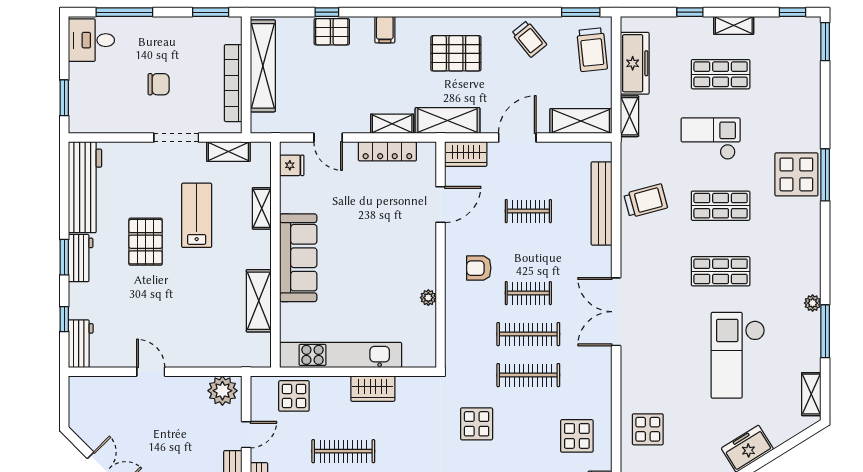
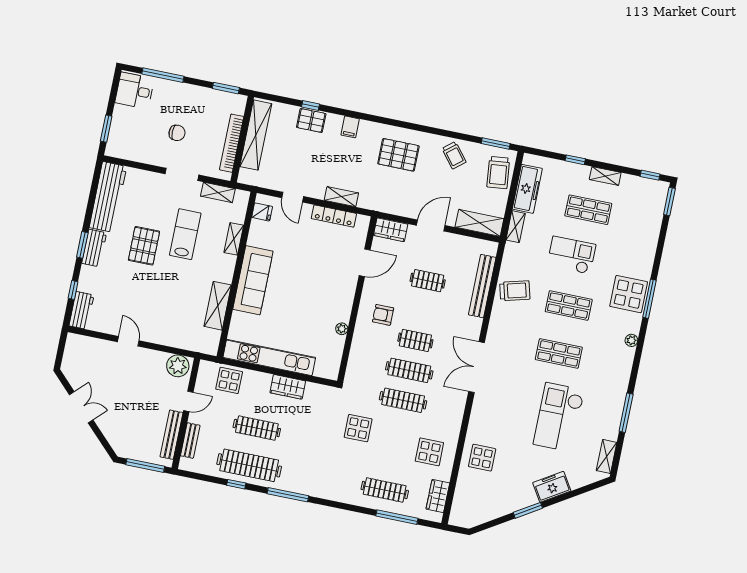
shelving: (448, 120) -> (382, 203), removed
plant: (813, 303) -> (631, 340), moved

